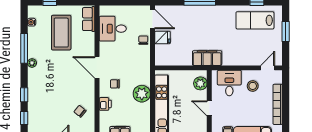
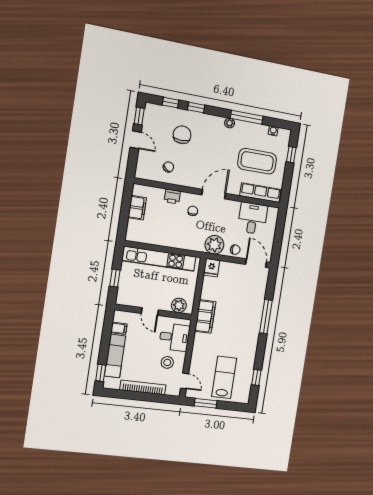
row of seats: (89, 19) -> (260, 193), width x1.48
door: (153, 19) -> (256, 263), swing flipped
lab bench: (255, 20) -> (224, 377), moved
window: (286, 32) -> (206, 403), moved
fridge: (163, 37) -> (212, 268), moved
plant: (142, 94) -> (214, 245), moved
chair: (50, 104) -> (182, 135), added
door: (209, 108) -> (150, 312), swing flipped

